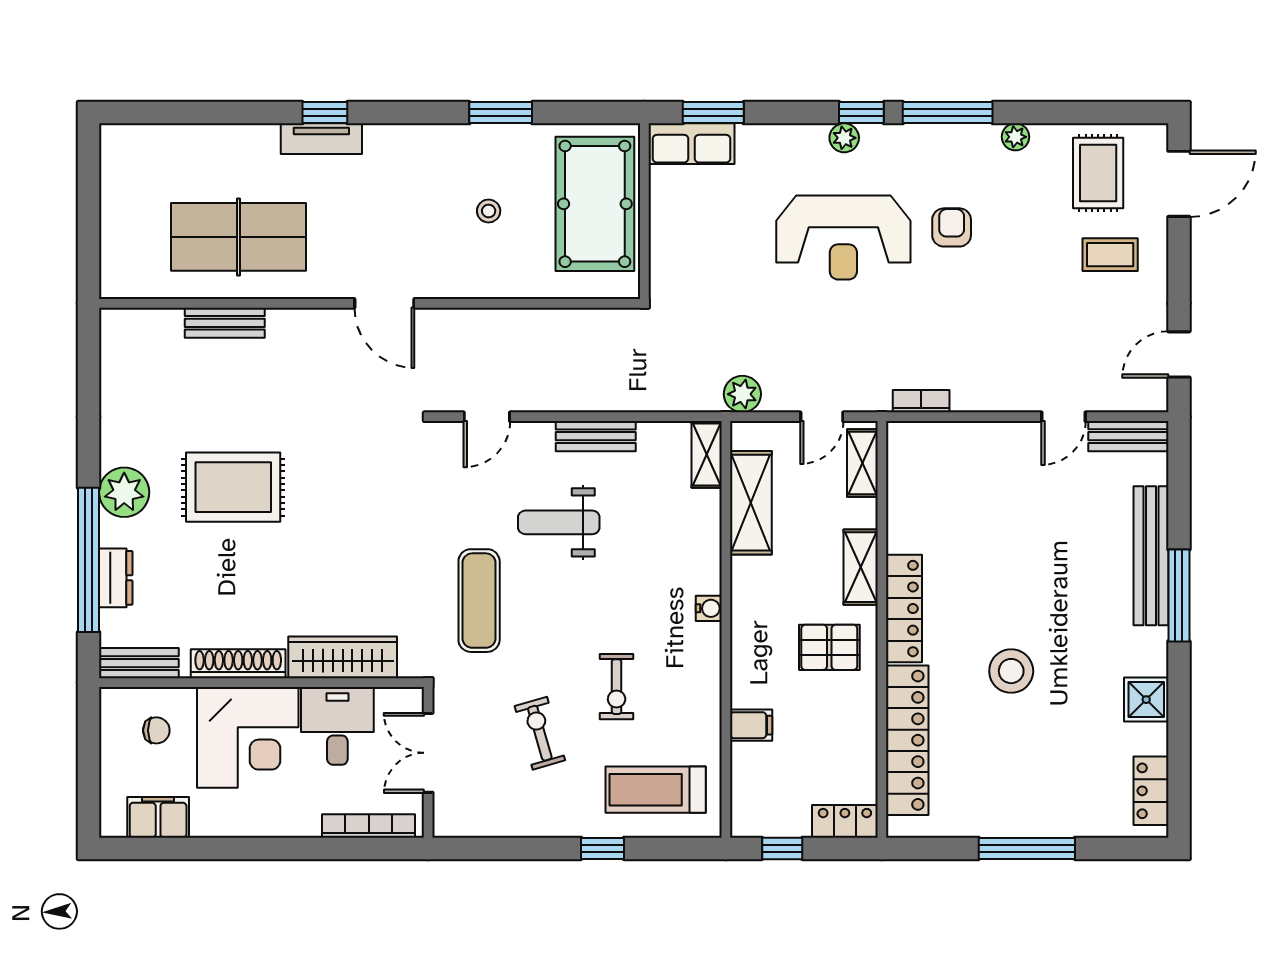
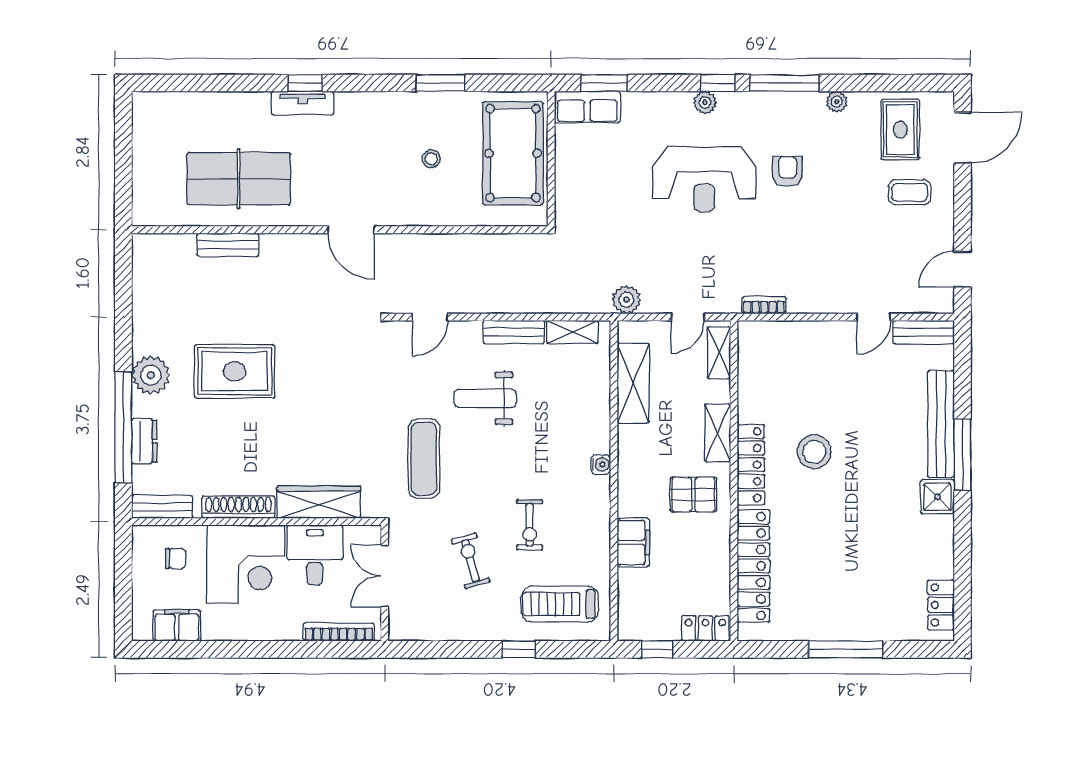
shelving: (707, 454) -> (572, 332), moved, turned 90
stool: (1011, 671) -> (814, 452), moved
shower: (1146, 700) -> (937, 497), moved
filing cabinet: (751, 725) -> (633, 542), width x2.00

